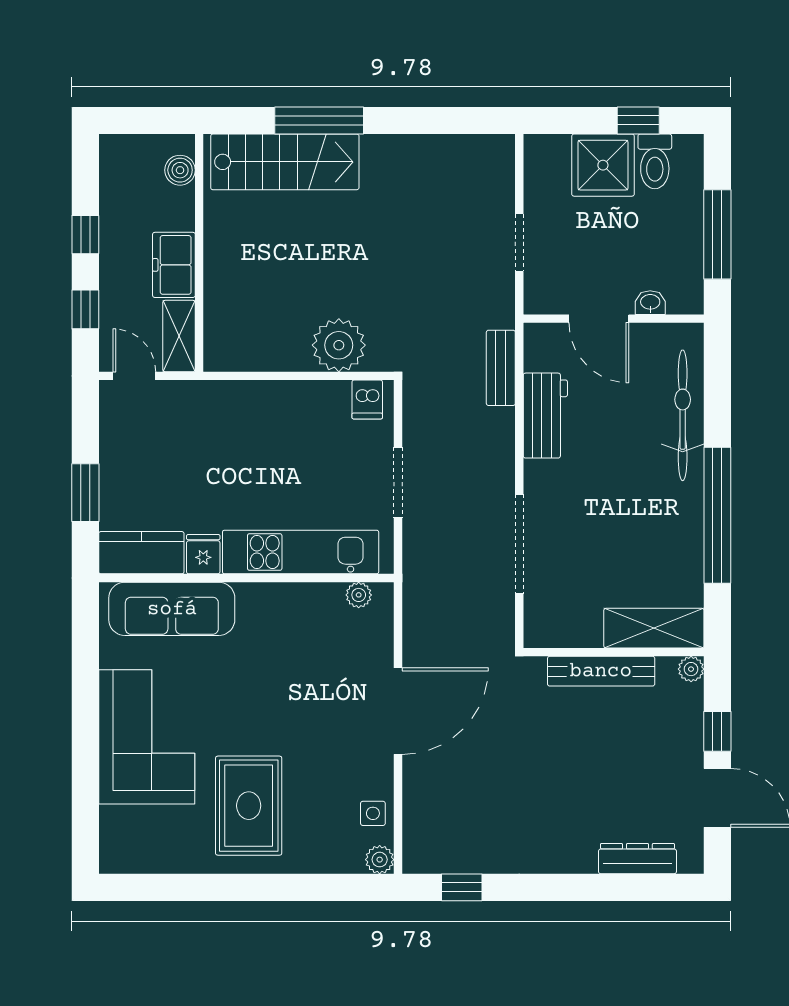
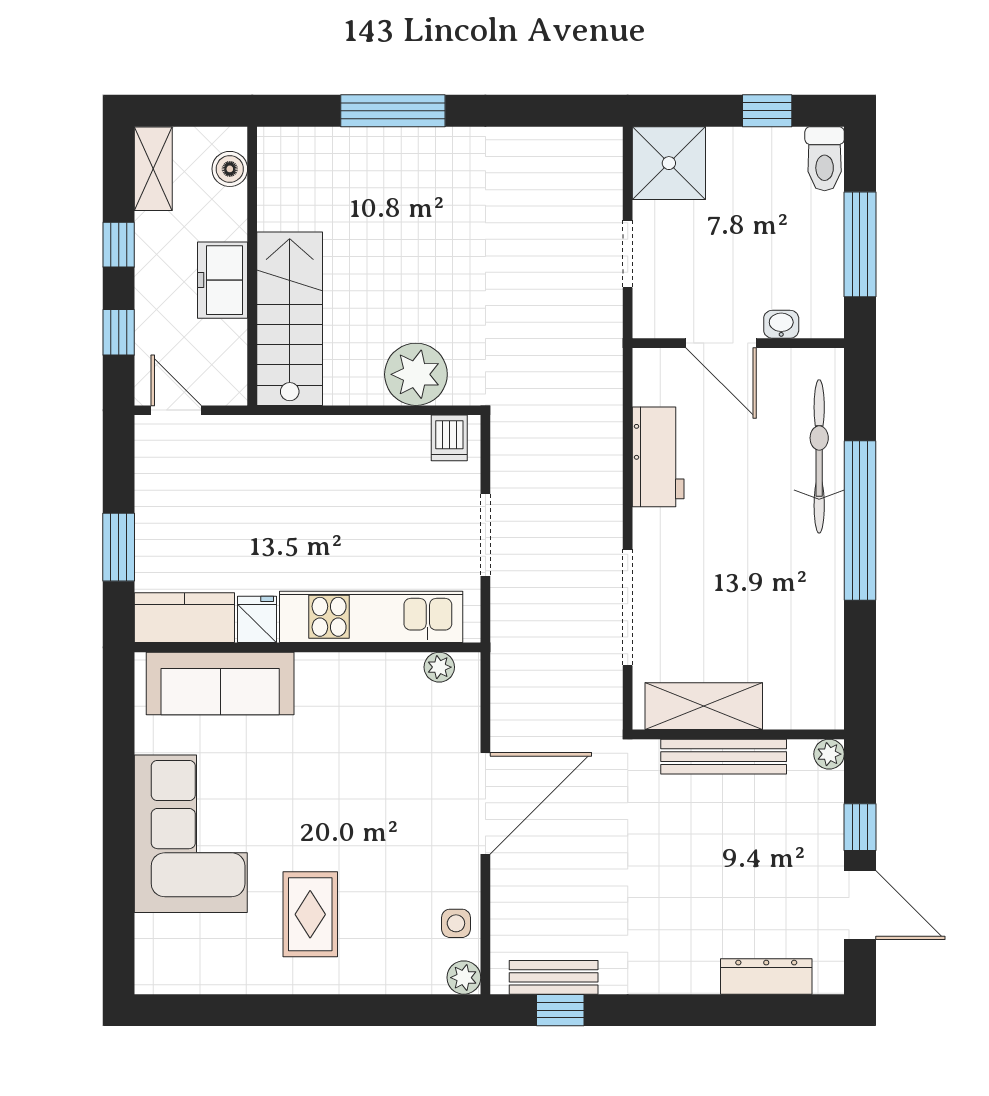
toilet: (655, 161) -> (825, 159), moved
stairs: (285, 162) -> (290, 319), moved, turned -90
shower: (603, 165) -> (669, 163), moved
shelving: (179, 336) -> (153, 169), moved
bench: (501, 368) -> (554, 977), moved, turned 90
window: (717, 515) -> (860, 520), moved
shelving: (654, 628) -> (704, 706), moved
rug: (249, 806) -> (310, 914), width x0.73, depth x0.70

